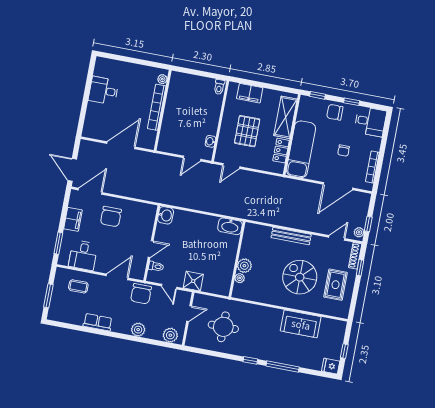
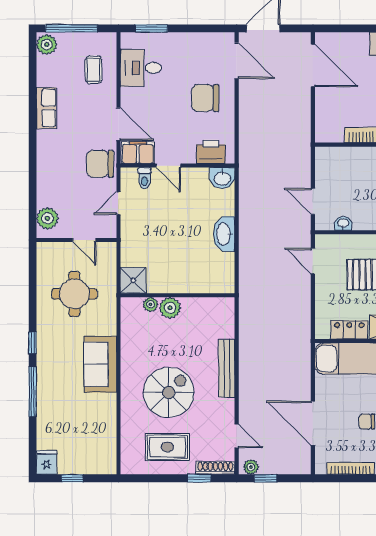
door: (121, 145) -> (313, 65), moved
filing cabinet: (73, 219) -> (138, 153), moved, turned 180
printer: (147, 220) -> (211, 152), added
washbasin: (230, 226) -> (224, 234), moved
shower: (193, 281) -> (133, 280), moved
window: (48, 296) -> (71, 28), width x1.44
sofa: (301, 324) -> (100, 364), moved
plant: (138, 330) -> (47, 45), moved

